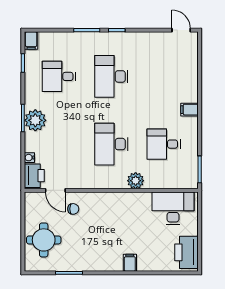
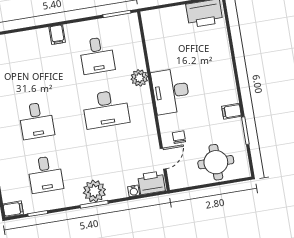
desk: (111, 76) -> (36, 121), width x0.73
desk: (173, 208) -> (171, 91), moved
filing cabinet: (130, 263) -> (232, 111), moved

